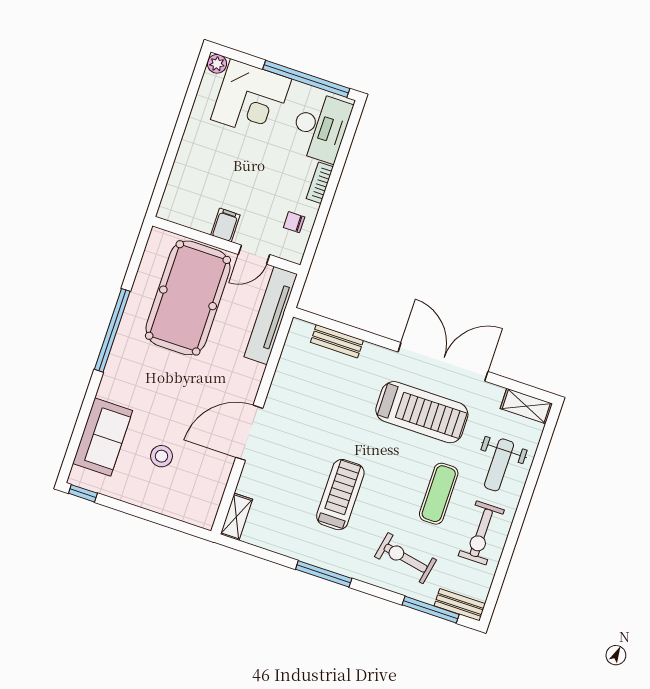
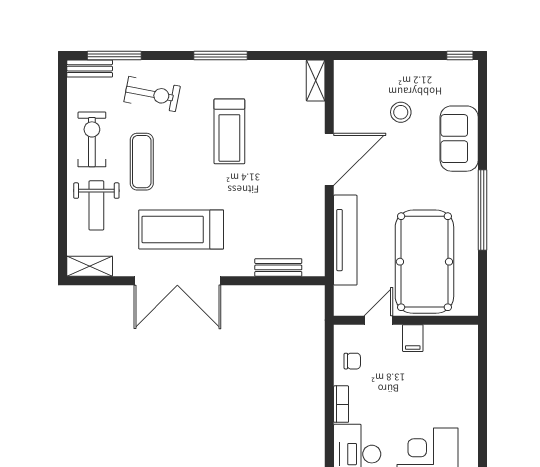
tv unit: (271, 315) -> (345, 240), moved
sofa: (103, 437) -> (459, 139), moved
weight bench: (499, 465) -> (96, 205), turned 180

